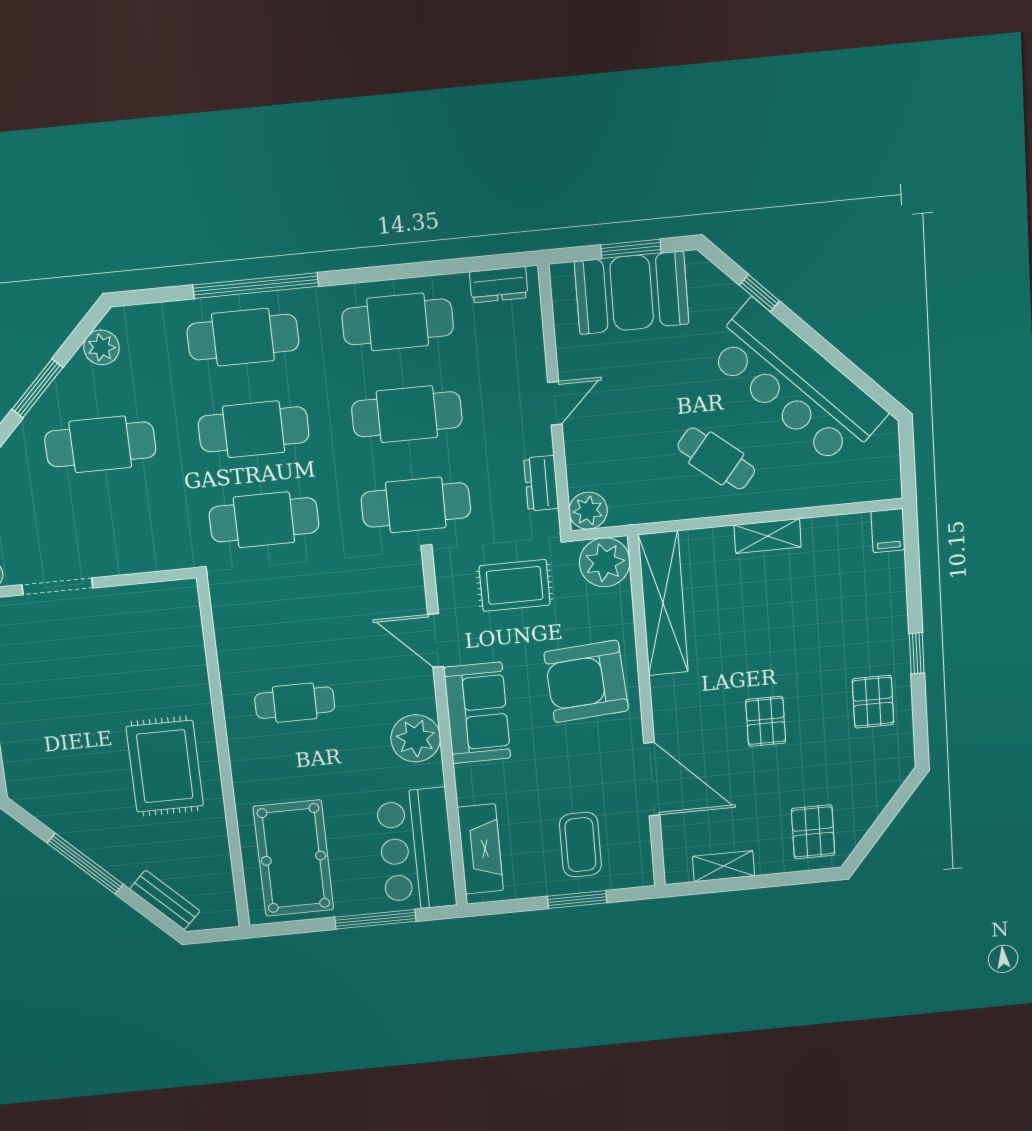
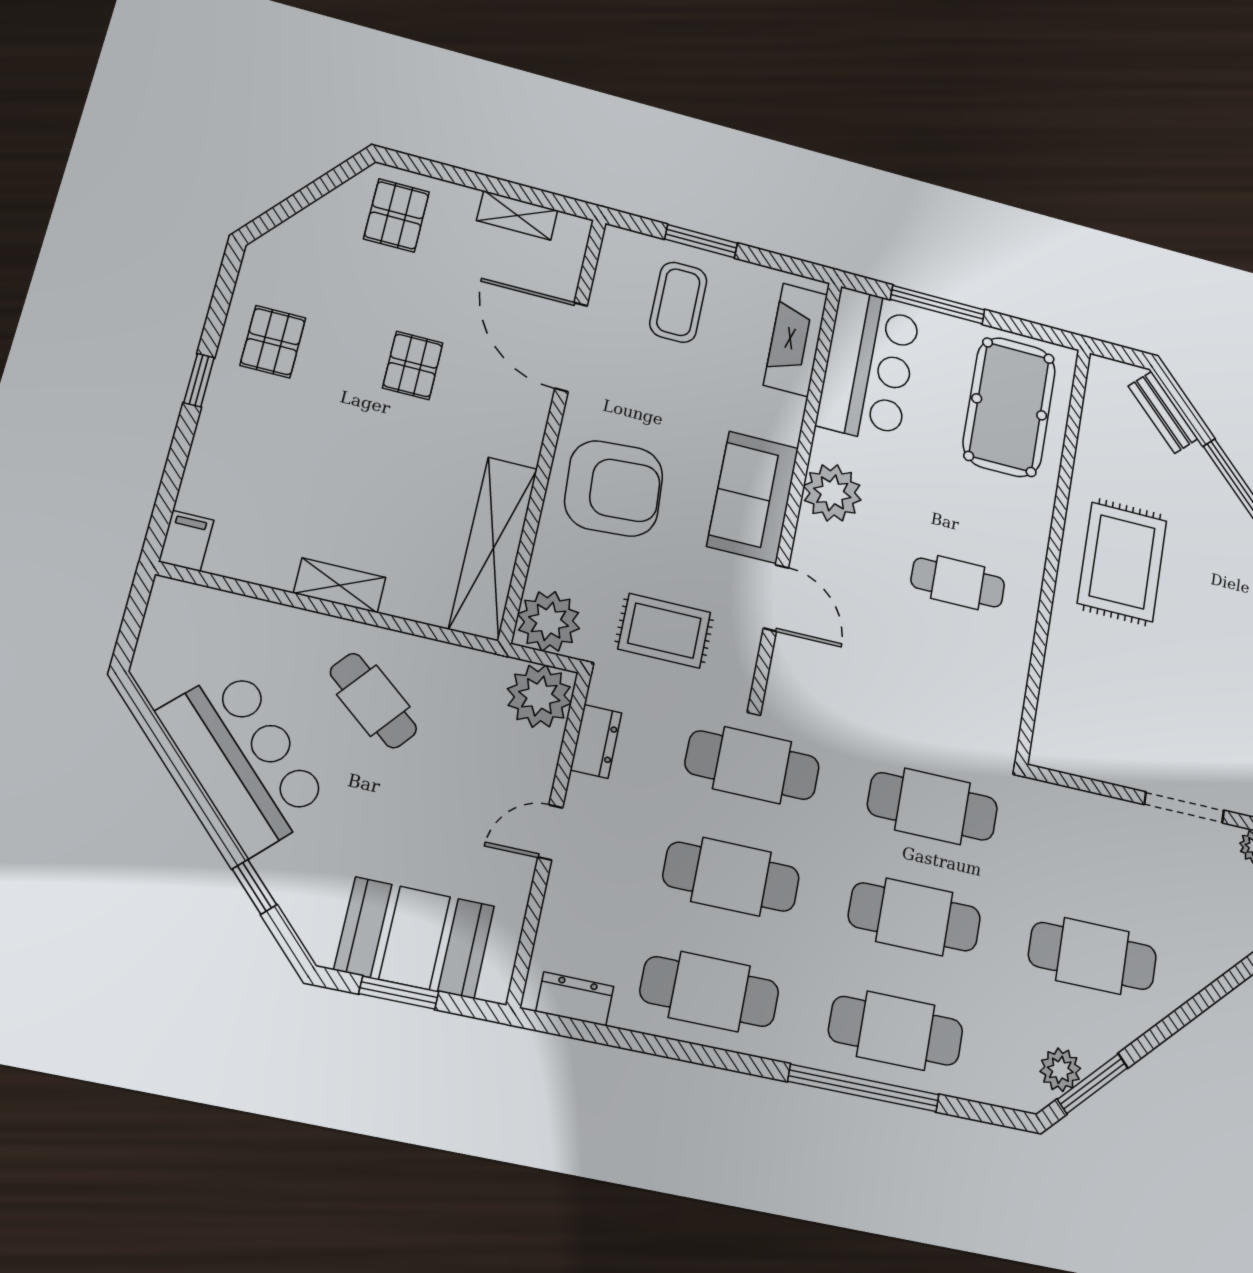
bar counter: (796, 384) -> (244, 759), width x0.73
window: (37, 388) -> (1093, 1084), moved
plant: (588, 511) -> (539, 696), width x1.36, depth x1.36

